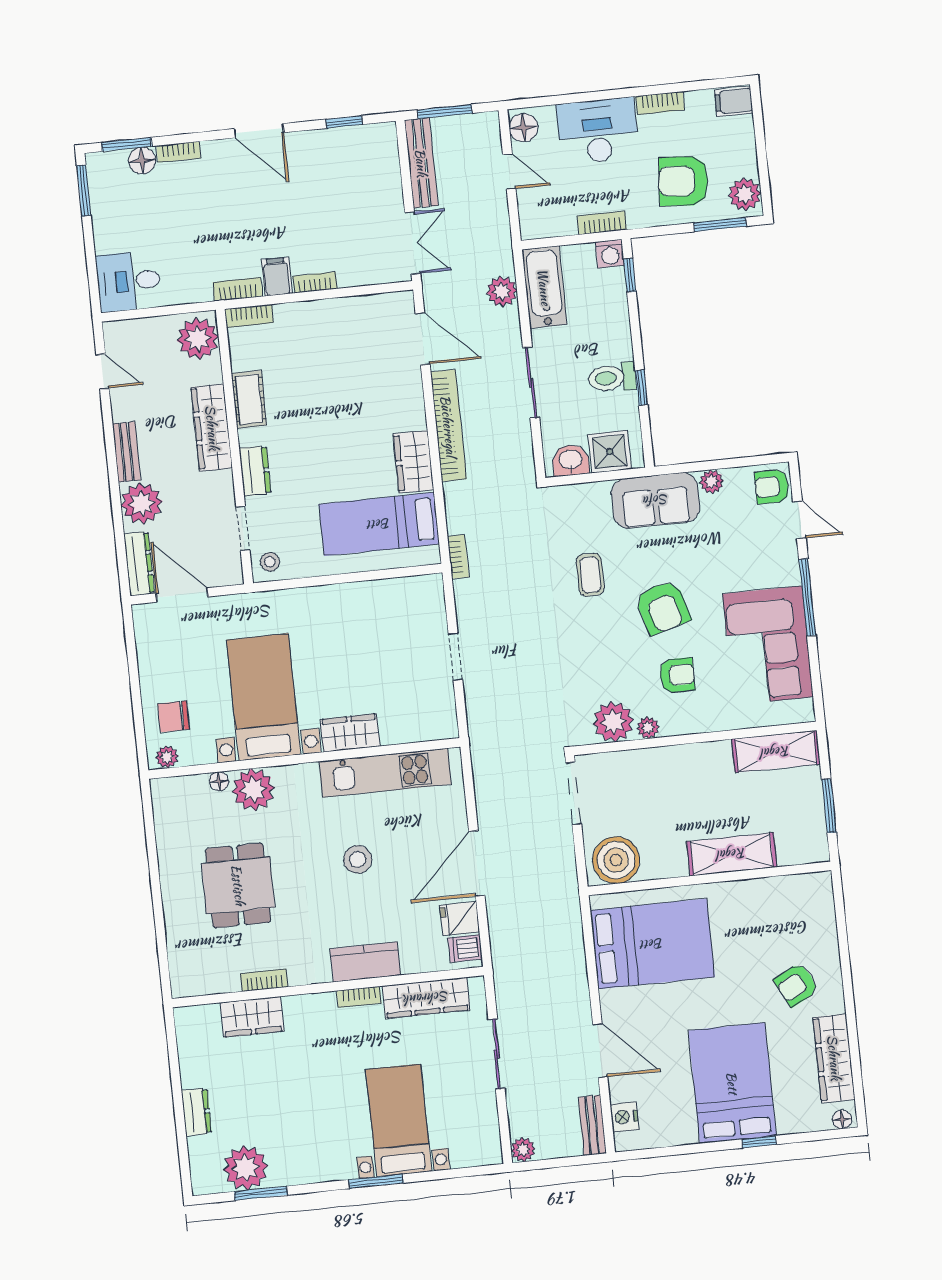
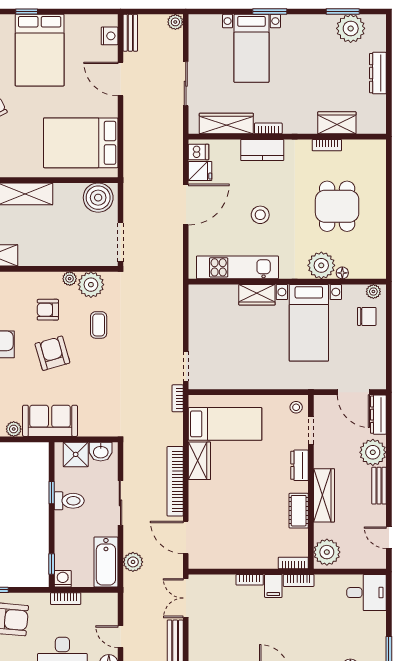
coffee table: (590, 575) -> (99, 325), moved
doorway: (455, 657) -> (186, 366), moved
dresser: (196, 1112) -> (378, 73), width x1.44

